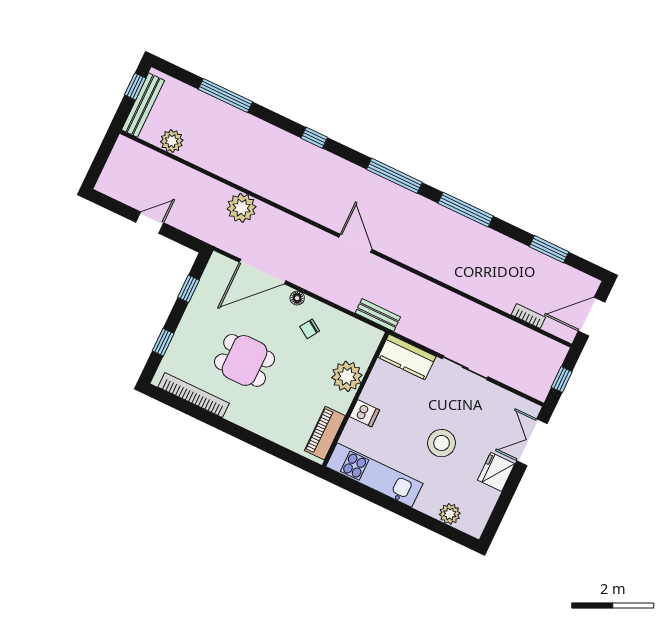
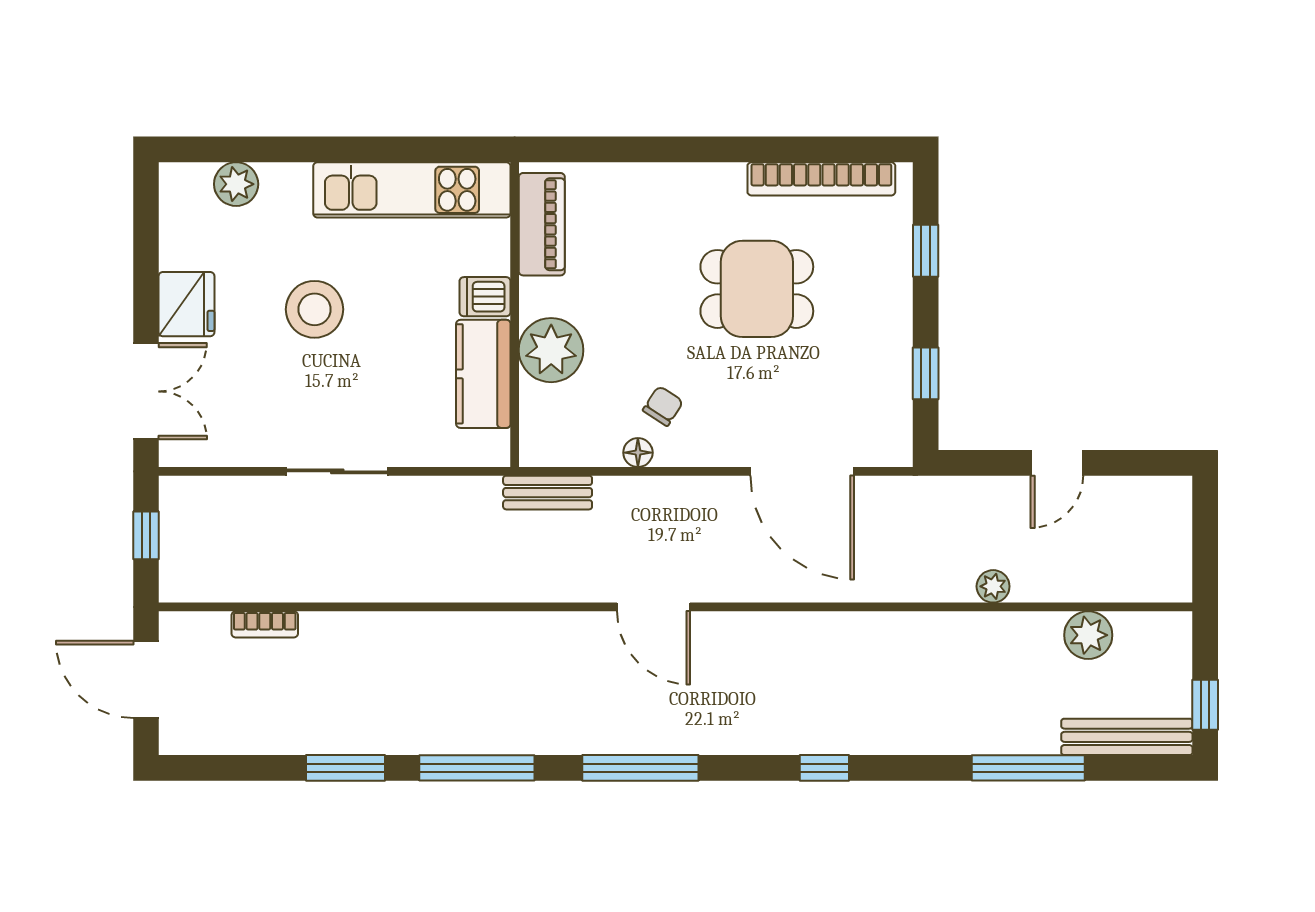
bench: (143, 105) -> (1127, 737), moved, turned 90
plant: (242, 208) -> (993, 586), moved, width x0.53, depth x0.53
window: (549, 249) -> (345, 768), moved
door: (263, 272) -> (802, 471), swing flipped
floor lamp: (297, 298) -> (638, 453), moved
door: (592, 317) -> (146, 679), swing flipped
kitchen counter: (407, 357) -> (483, 374), moved, turned -90

